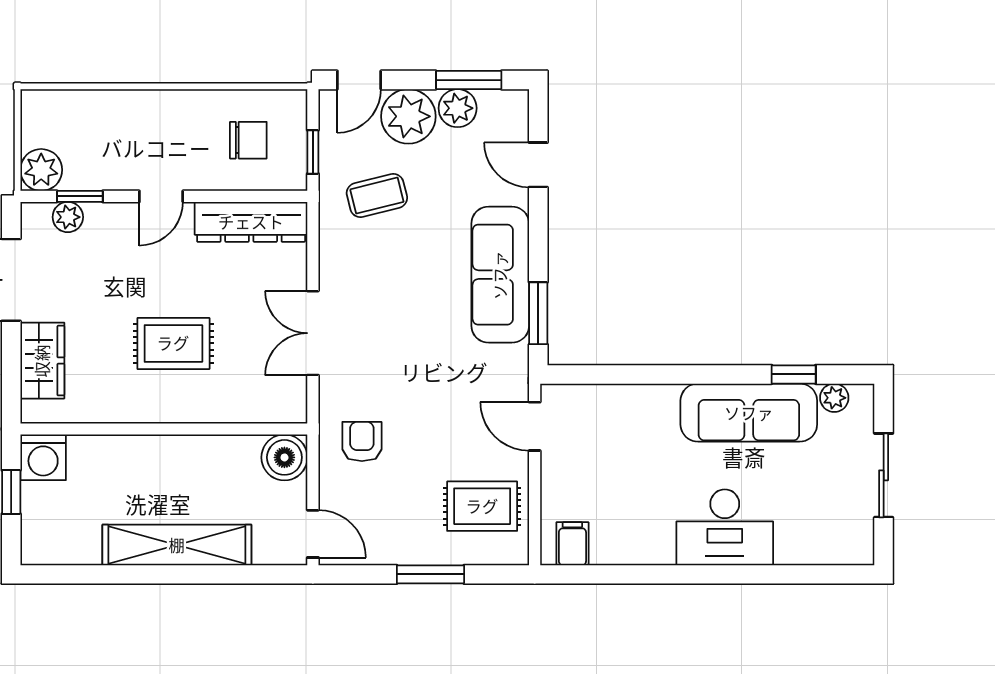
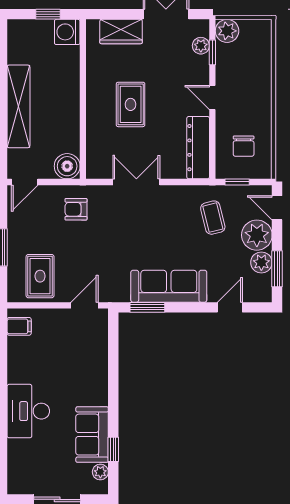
sofa: (749, 413) -> (92, 435), width x0.73
armchair: (362, 442) -> (76, 209), turned 180

